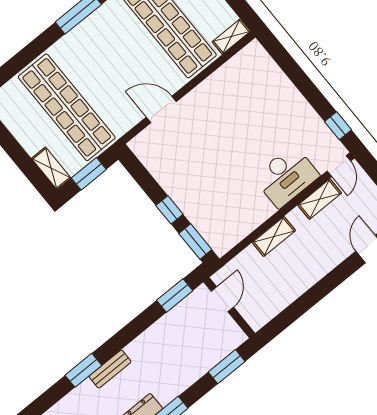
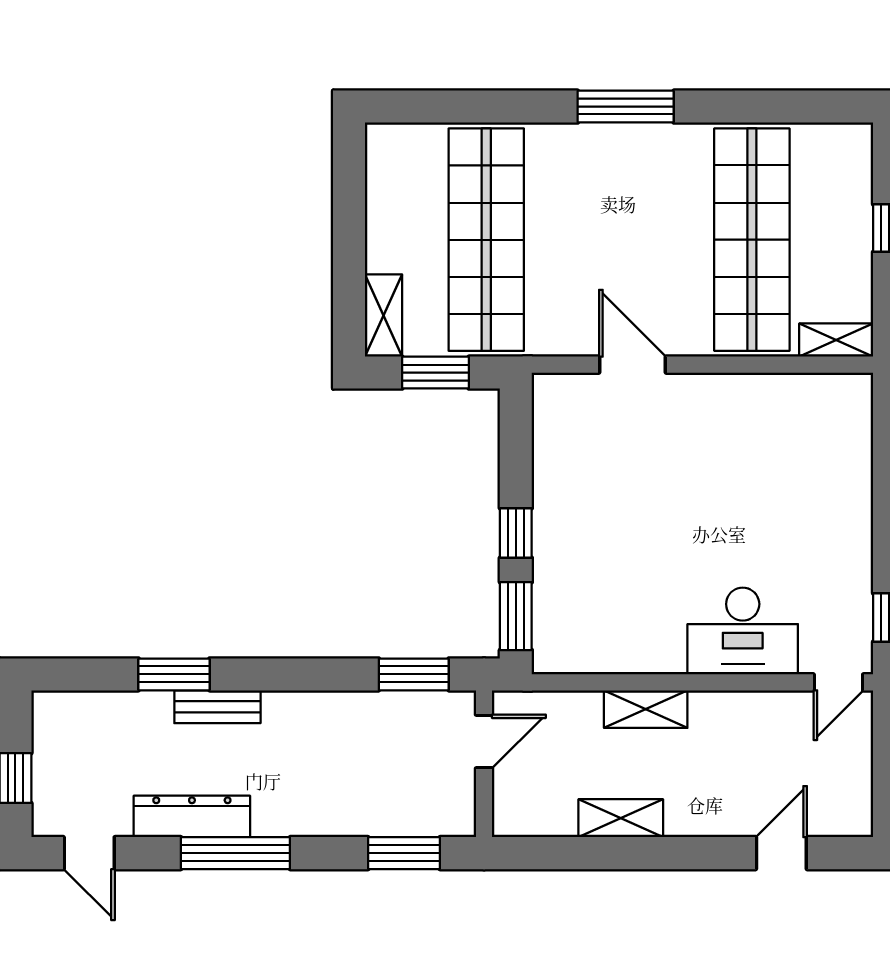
shelving: (320, 199) -> (621, 818), moved

